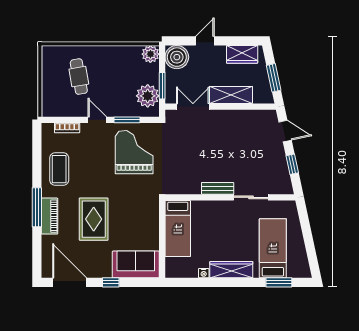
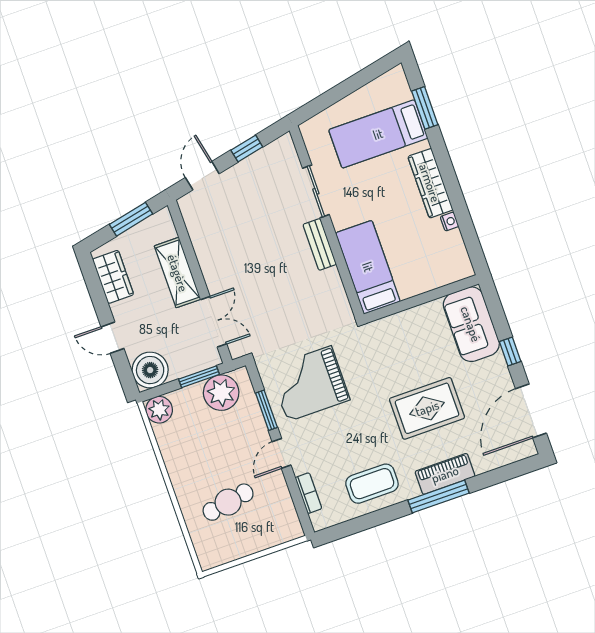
double door: (193, 107) -> (214, 322), swing flipped
bed: (178, 229) -> (368, 267), moved, turned -90

